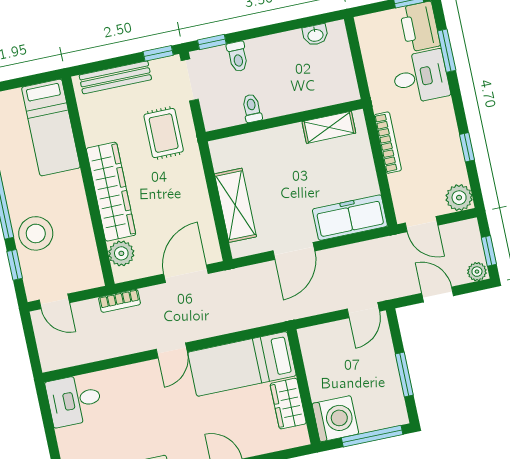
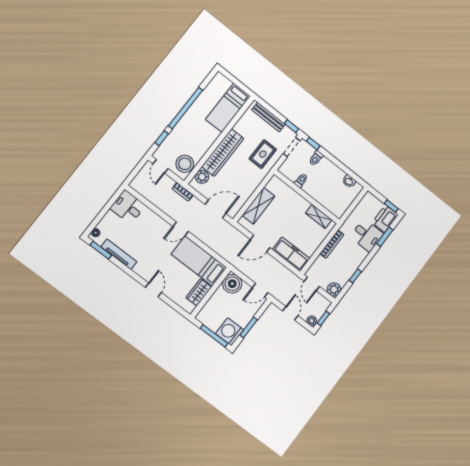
stool: (36, 233) -> (185, 164), moved
boiler: (318, 343) -> (232, 284), added
washing machine: (335, 419) -> (230, 332), moved, turned 180

